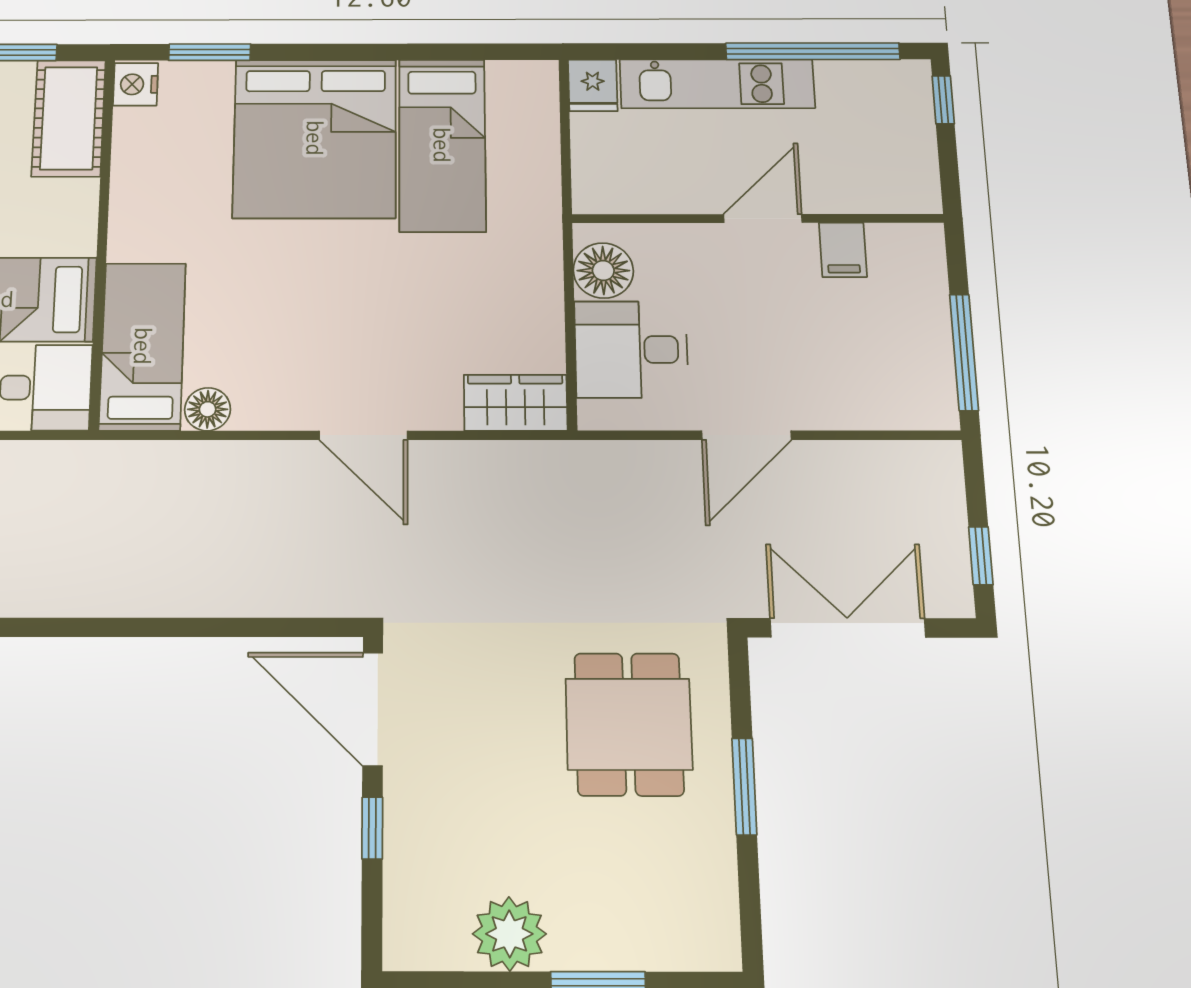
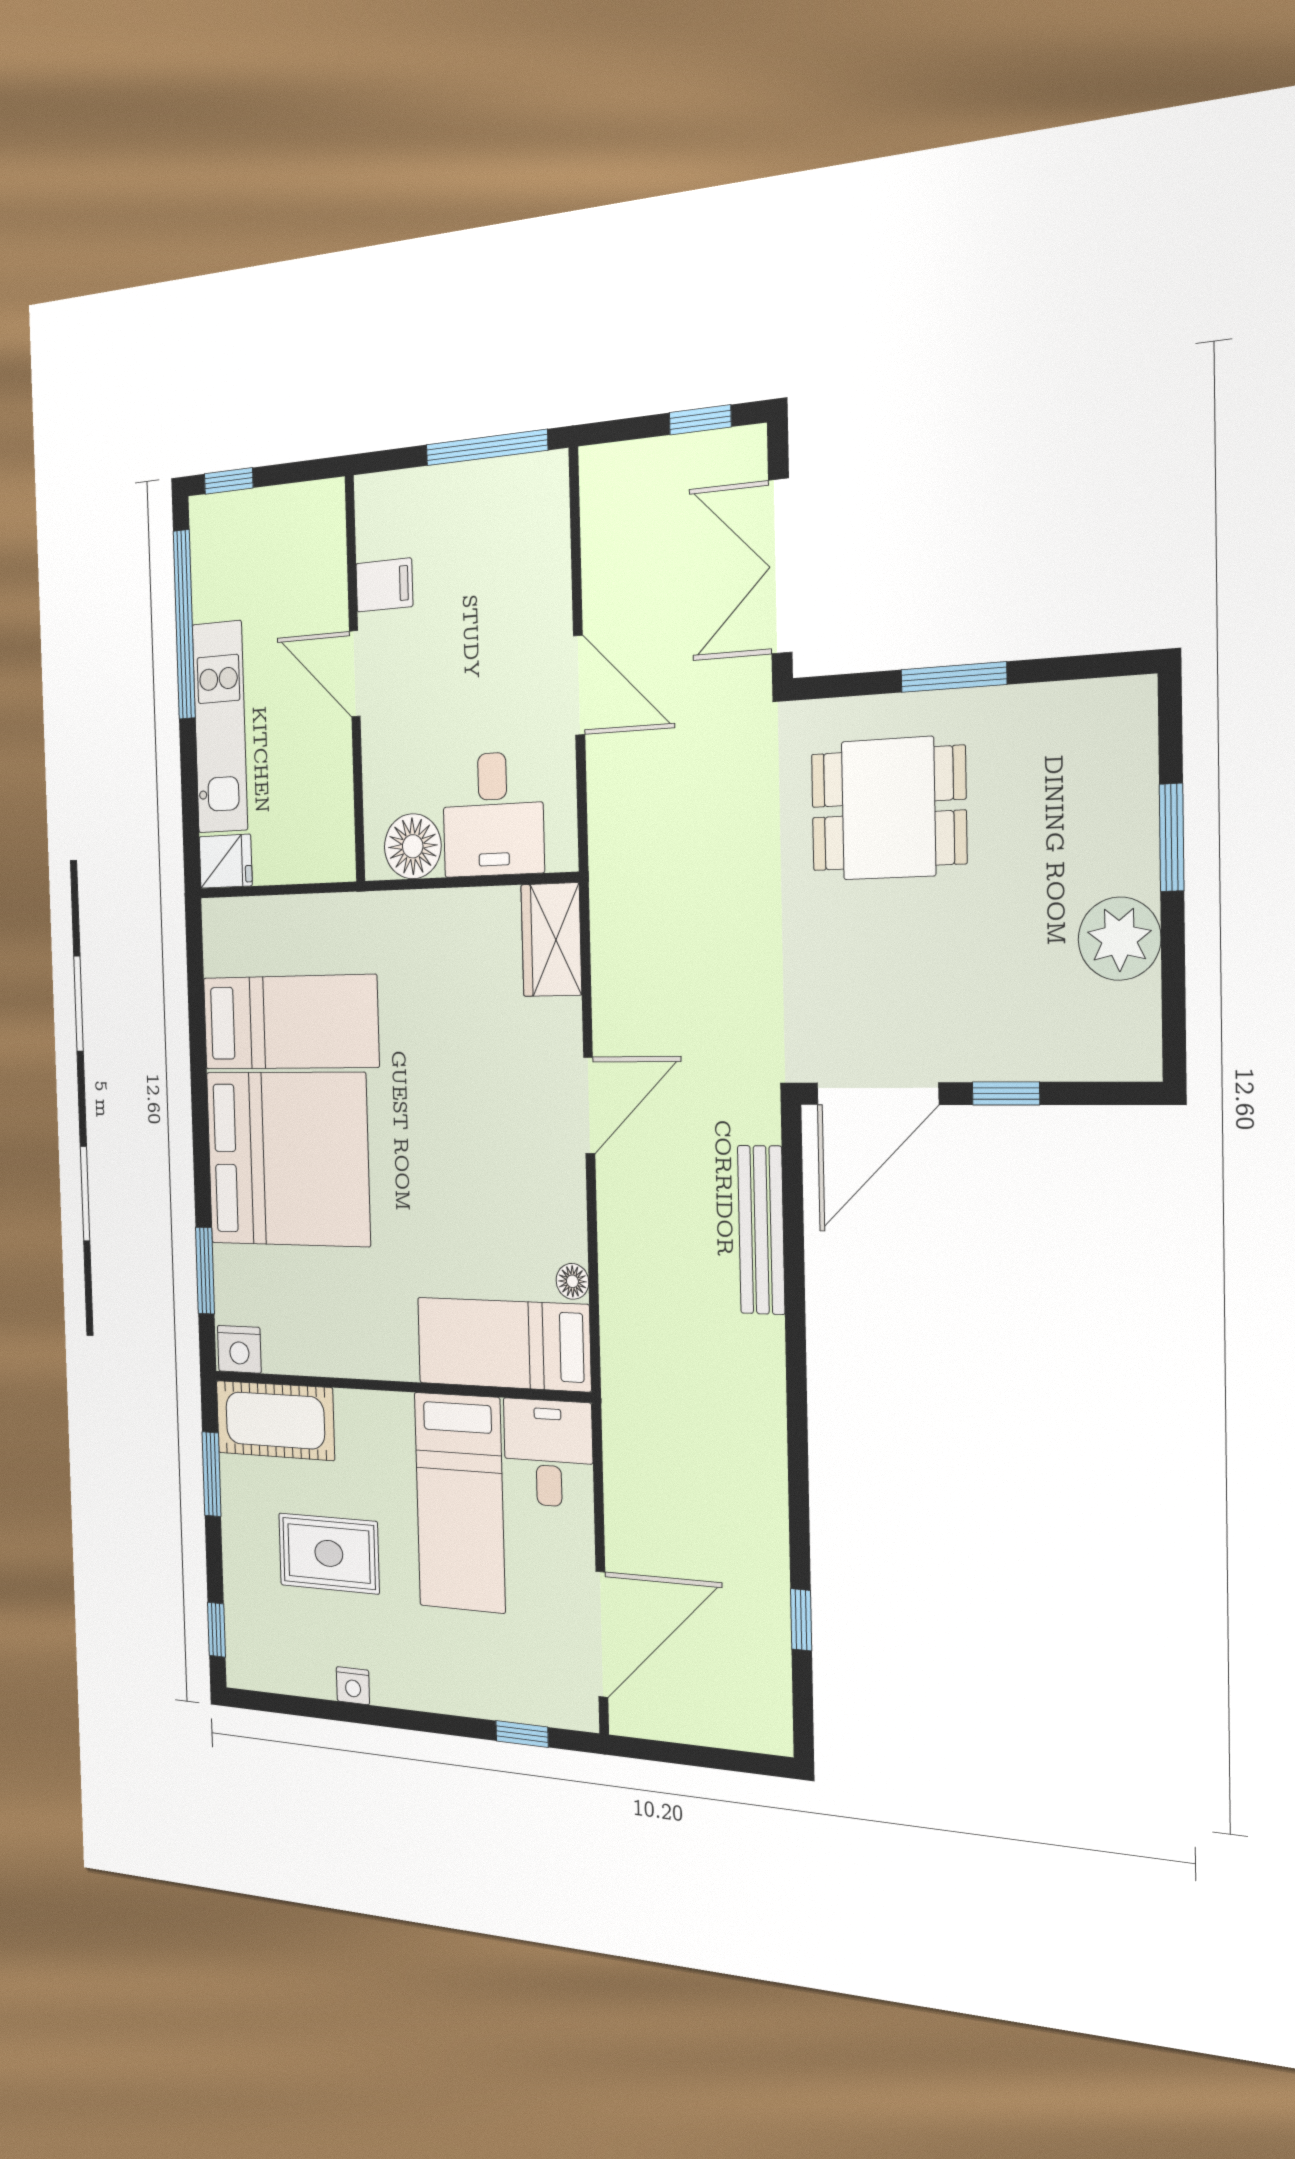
floor lamp: (208, 409) -> (572, 1281), width x0.73, depth x0.73
bench: (249, 597) -> (761, 1230), added

